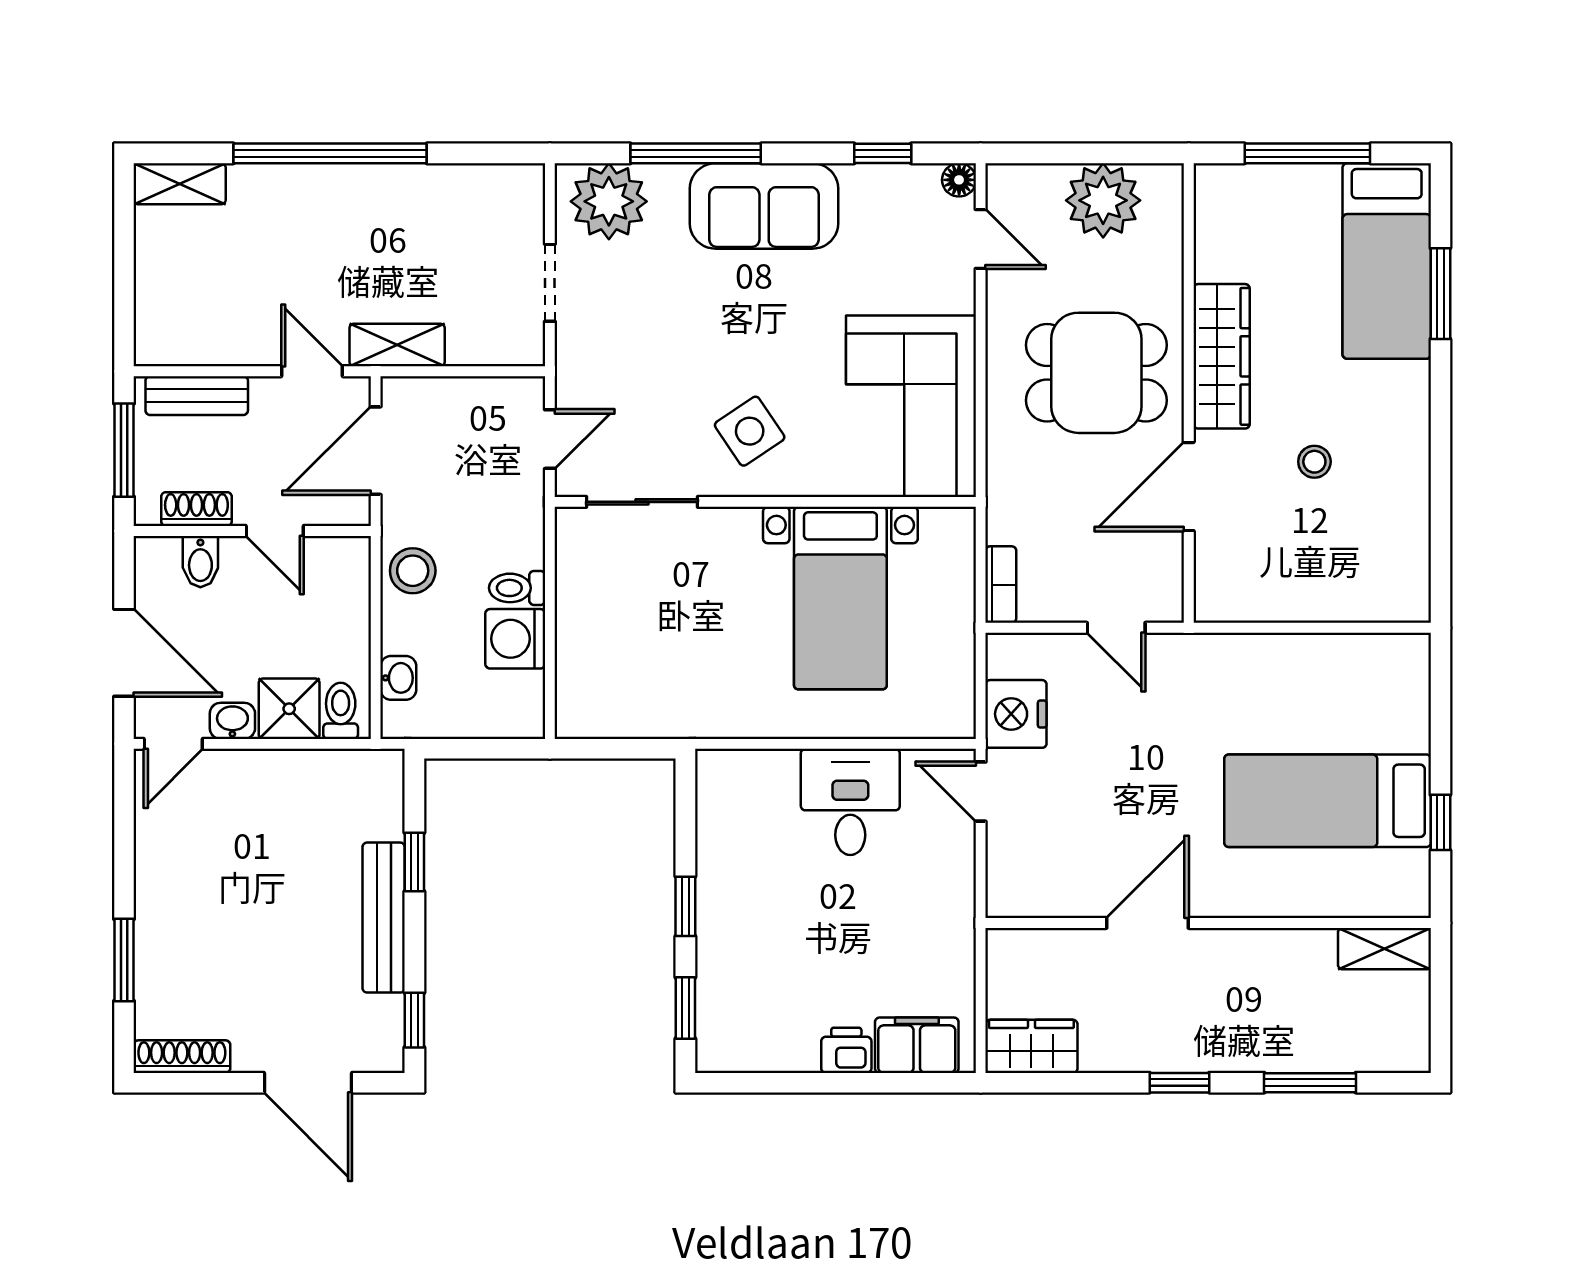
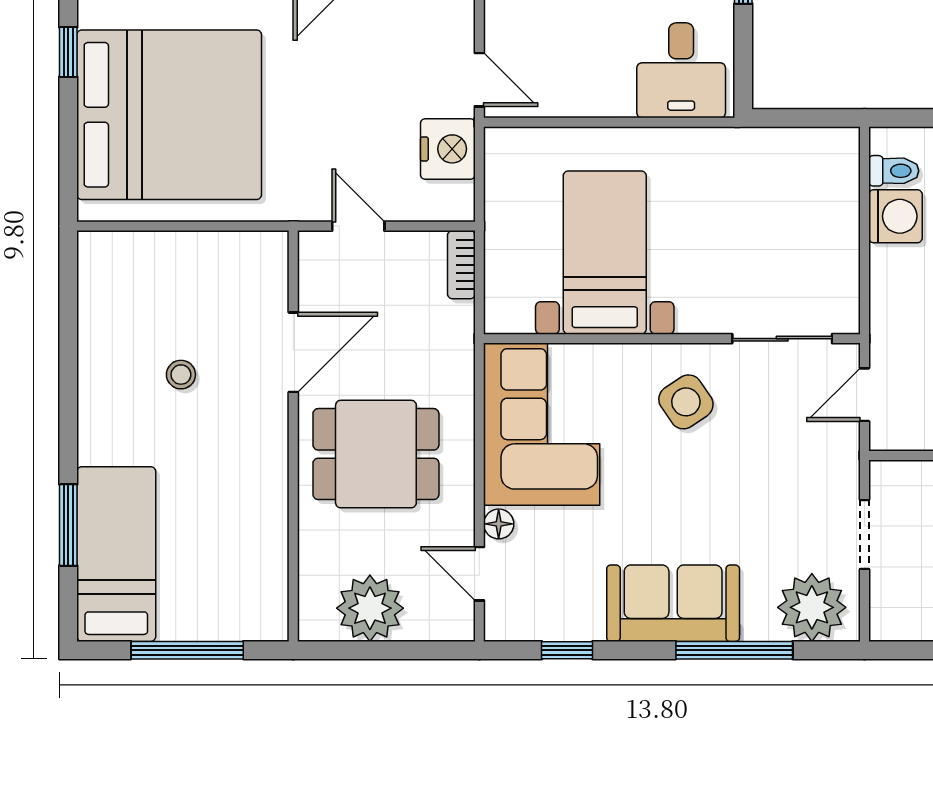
floor lamp: (959, 180) -> (499, 524), moved
wardrobe: (1222, 356) -> (264, 469), removed
toilet: (517, 588) -> (894, 171), moved
bed: (1328, 801) -> (169, 115), width x2.04
desk: (850, 802) -> (681, 70), moved

